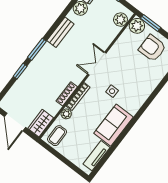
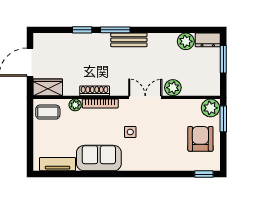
plant: (120, 20) -> (173, 88), moved
bench: (60, 32) -> (129, 40), moved

